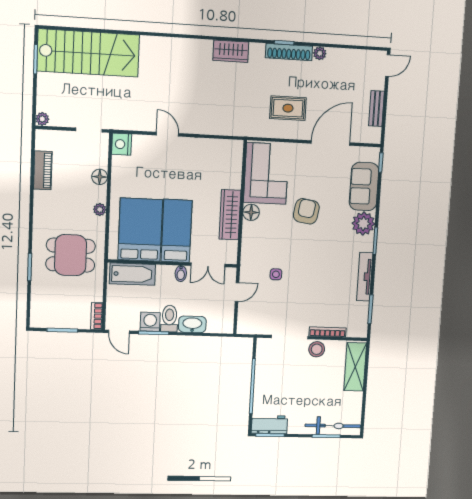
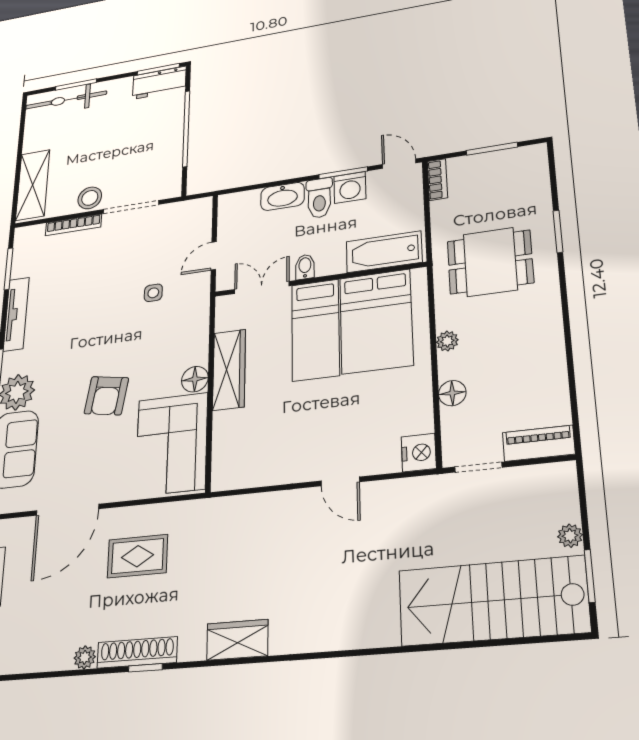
plant: (42, 119) -> (570, 536), moved
piano: (43, 170) -> (539, 443), moved, turned 90

